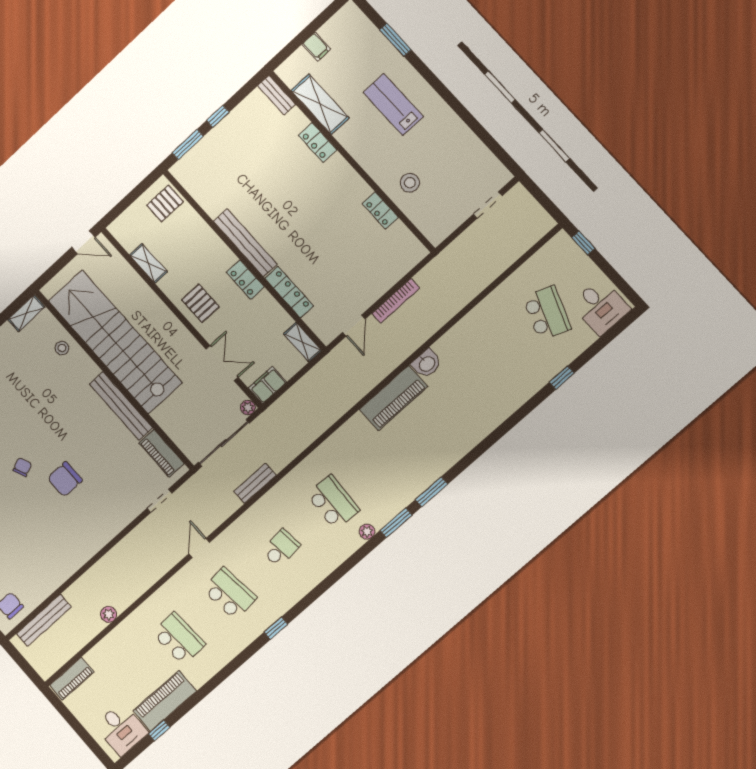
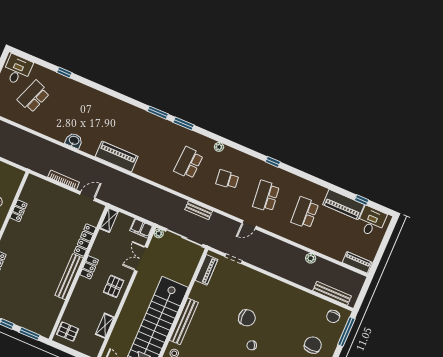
washbasin: (427, 364) -> (74, 141), moved
bench: (121, 406) -> (184, 321), moved
plant: (367, 532) -> (219, 147), moved

